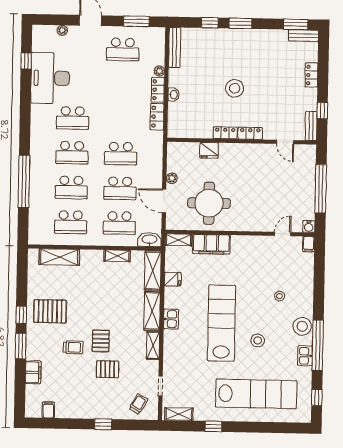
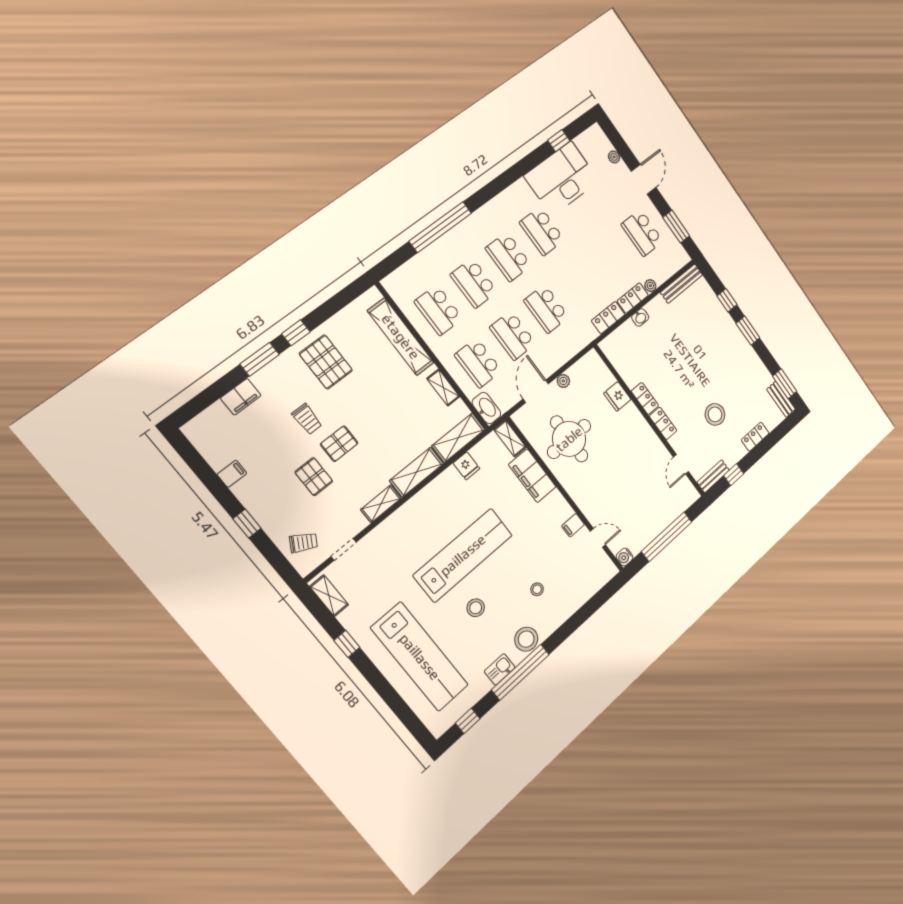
stool: (235, 88) -> (715, 414), moved
filing cabinet: (309, 244) -> (573, 525), moved
shelving: (59, 257) -> (401, 337), width x1.47
kitchen sink: (171, 319) -> (424, 499), removed
filing cabinet: (48, 410) -> (232, 474), moved

